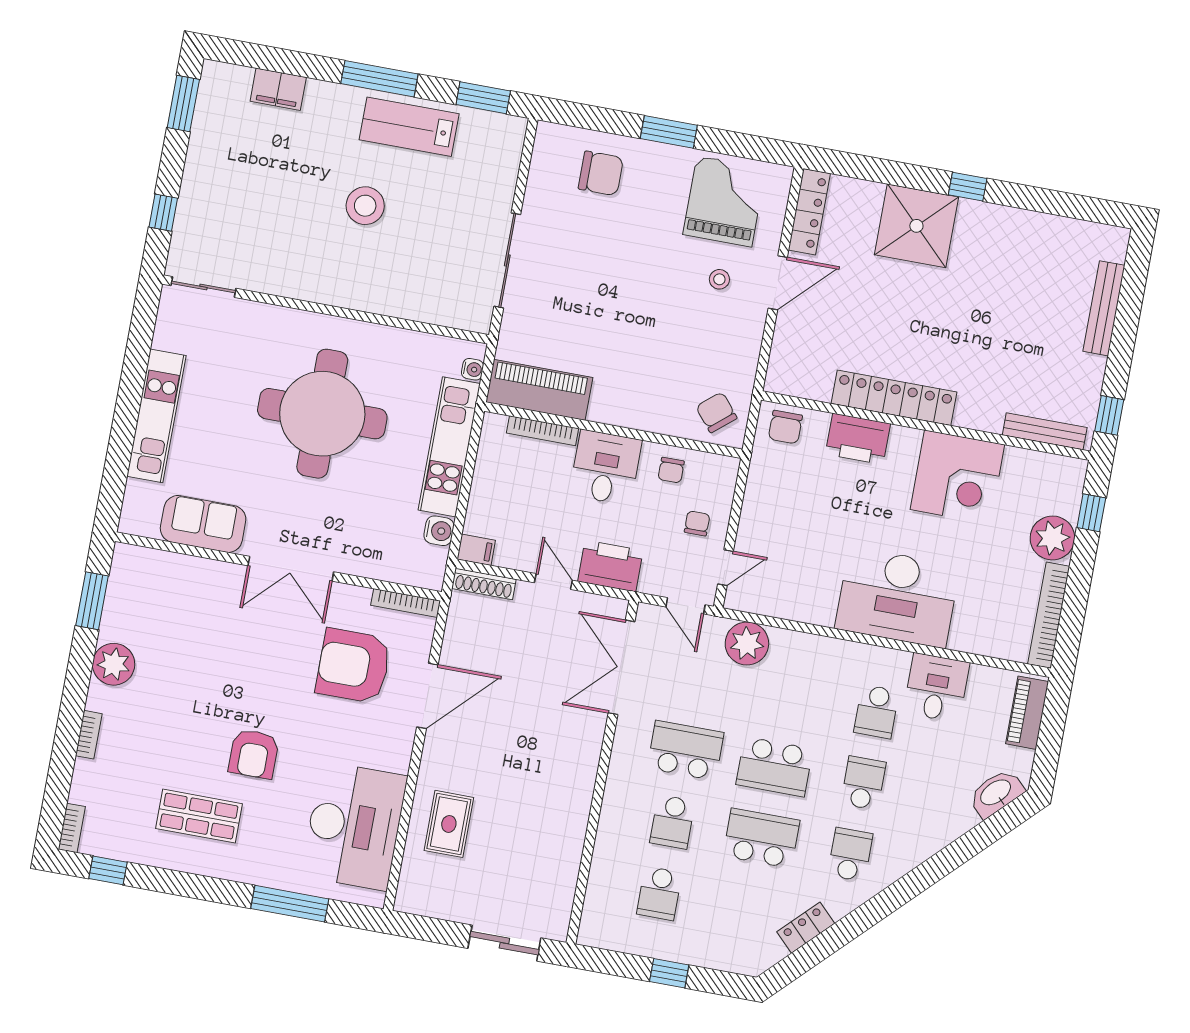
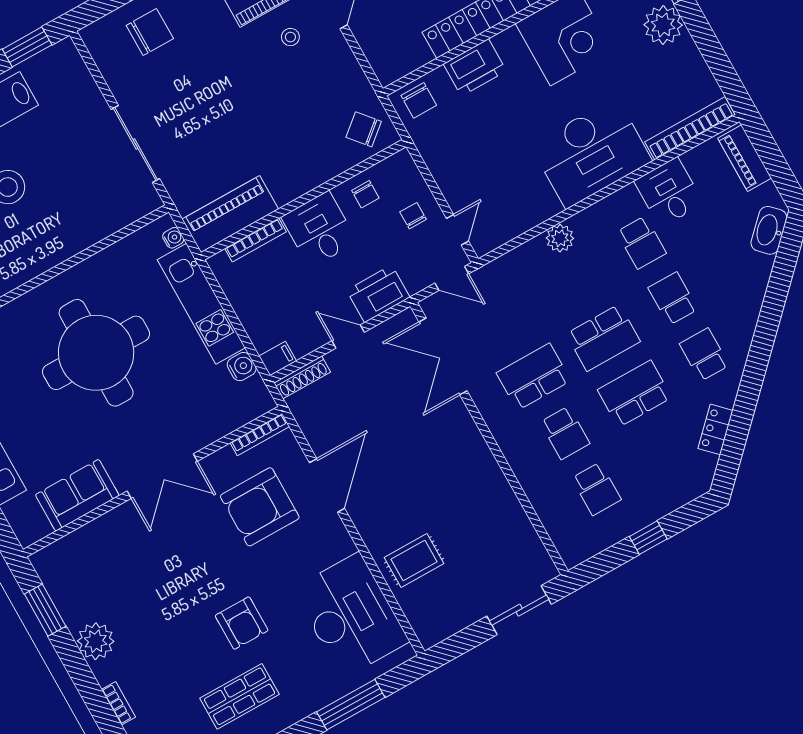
bookcase: (1049, 615) -> (690, 128), moved, turned 90
plant: (747, 643) -> (560, 238), moved, width x0.73, depth x0.73
rug: (449, 824) -> (414, 560), turned 90

